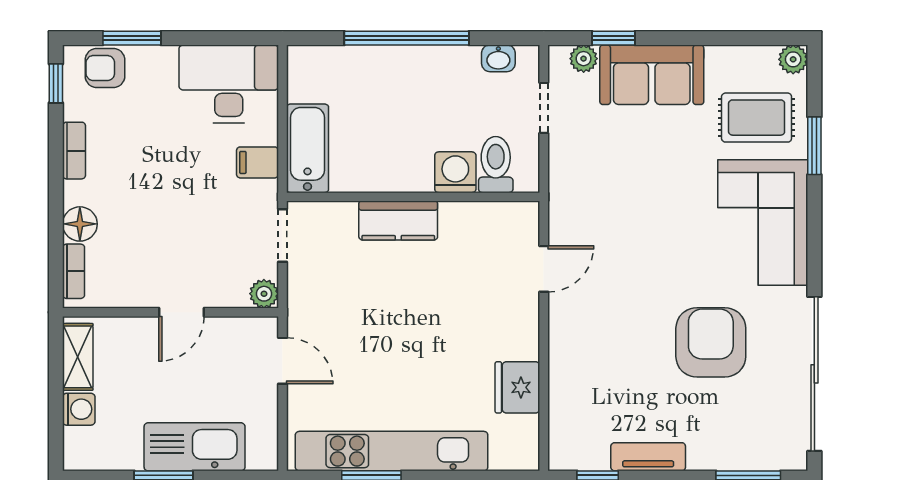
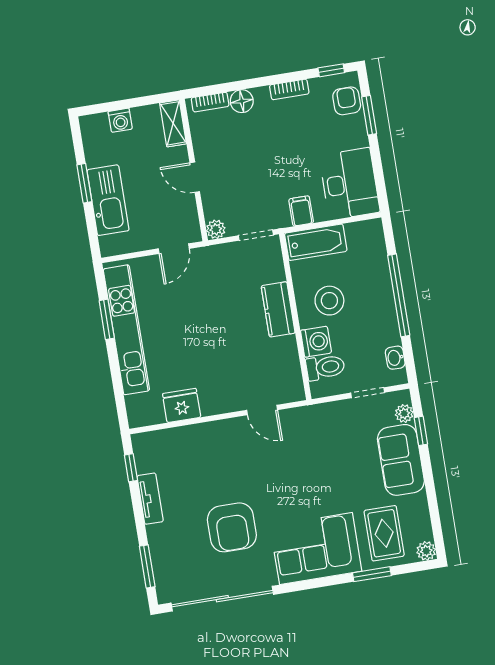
stool: (398, 142) -> (329, 301), added
armchair: (711, 342) -> (232, 527), turned 90
shelving: (78, 357) -> (173, 123), moved, turned 90

